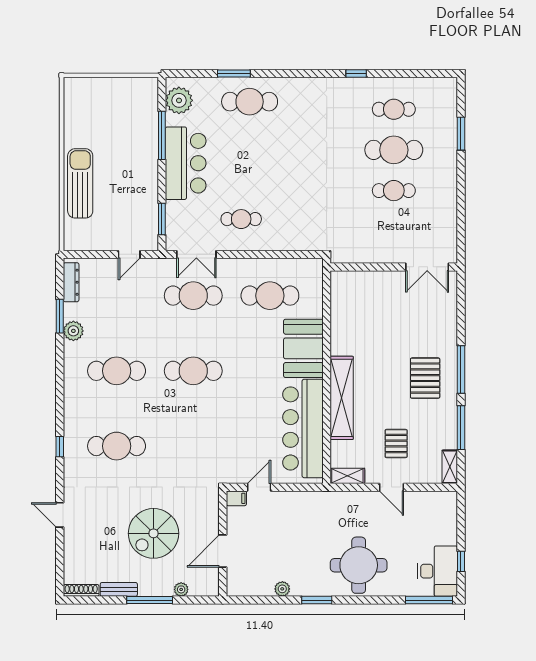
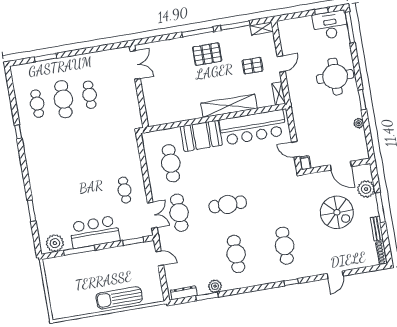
cafe table: (250, 102) -> (48, 197), removed
cafe table: (193, 371) -> (228, 204), turned 90
plant: (181, 589) -> (366, 189), width x1.87, depth x1.87

